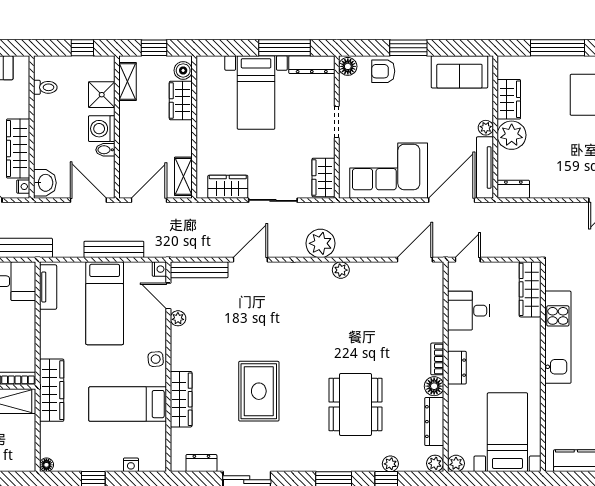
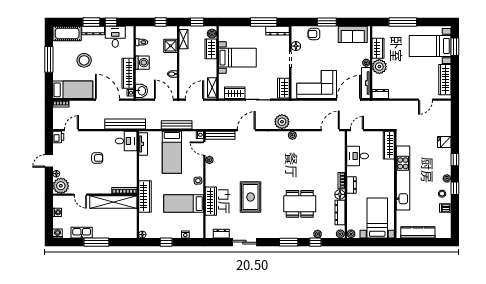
floor lamp: (348, 66) -> (296, 46), moved
bed with nightstands: (256, 92) -> (237, 58), moved, turned -90
washing machine: (102, 129) -> (142, 63), moved, turned 180
kitchen unit: (558, 337) -> (403, 178), width x1.36
dining table: (355, 404) -> (300, 204), turned 90

